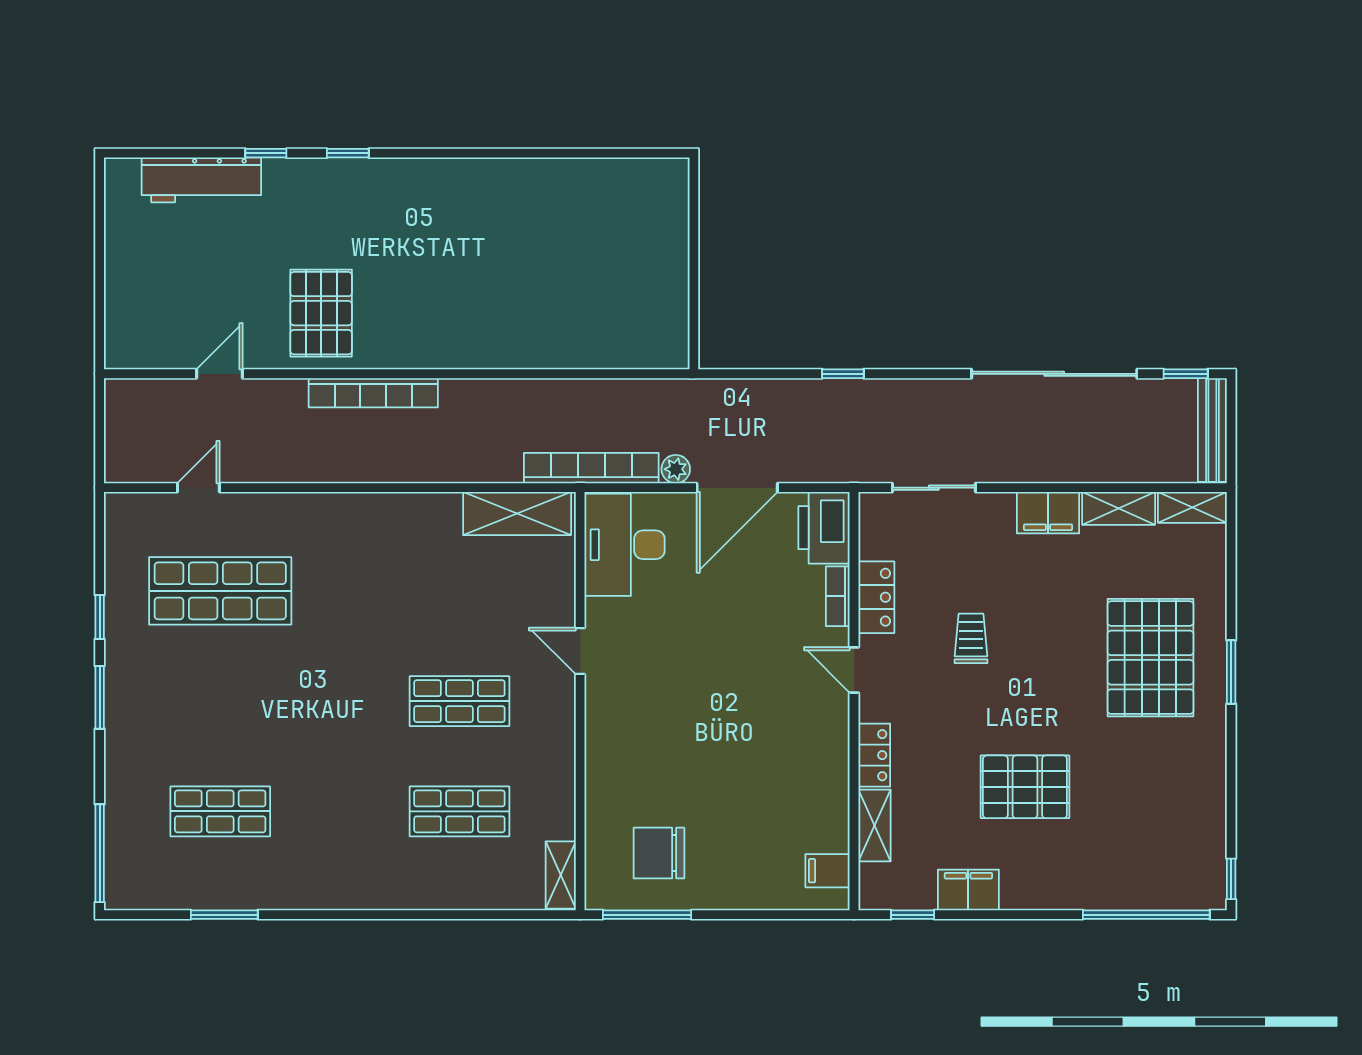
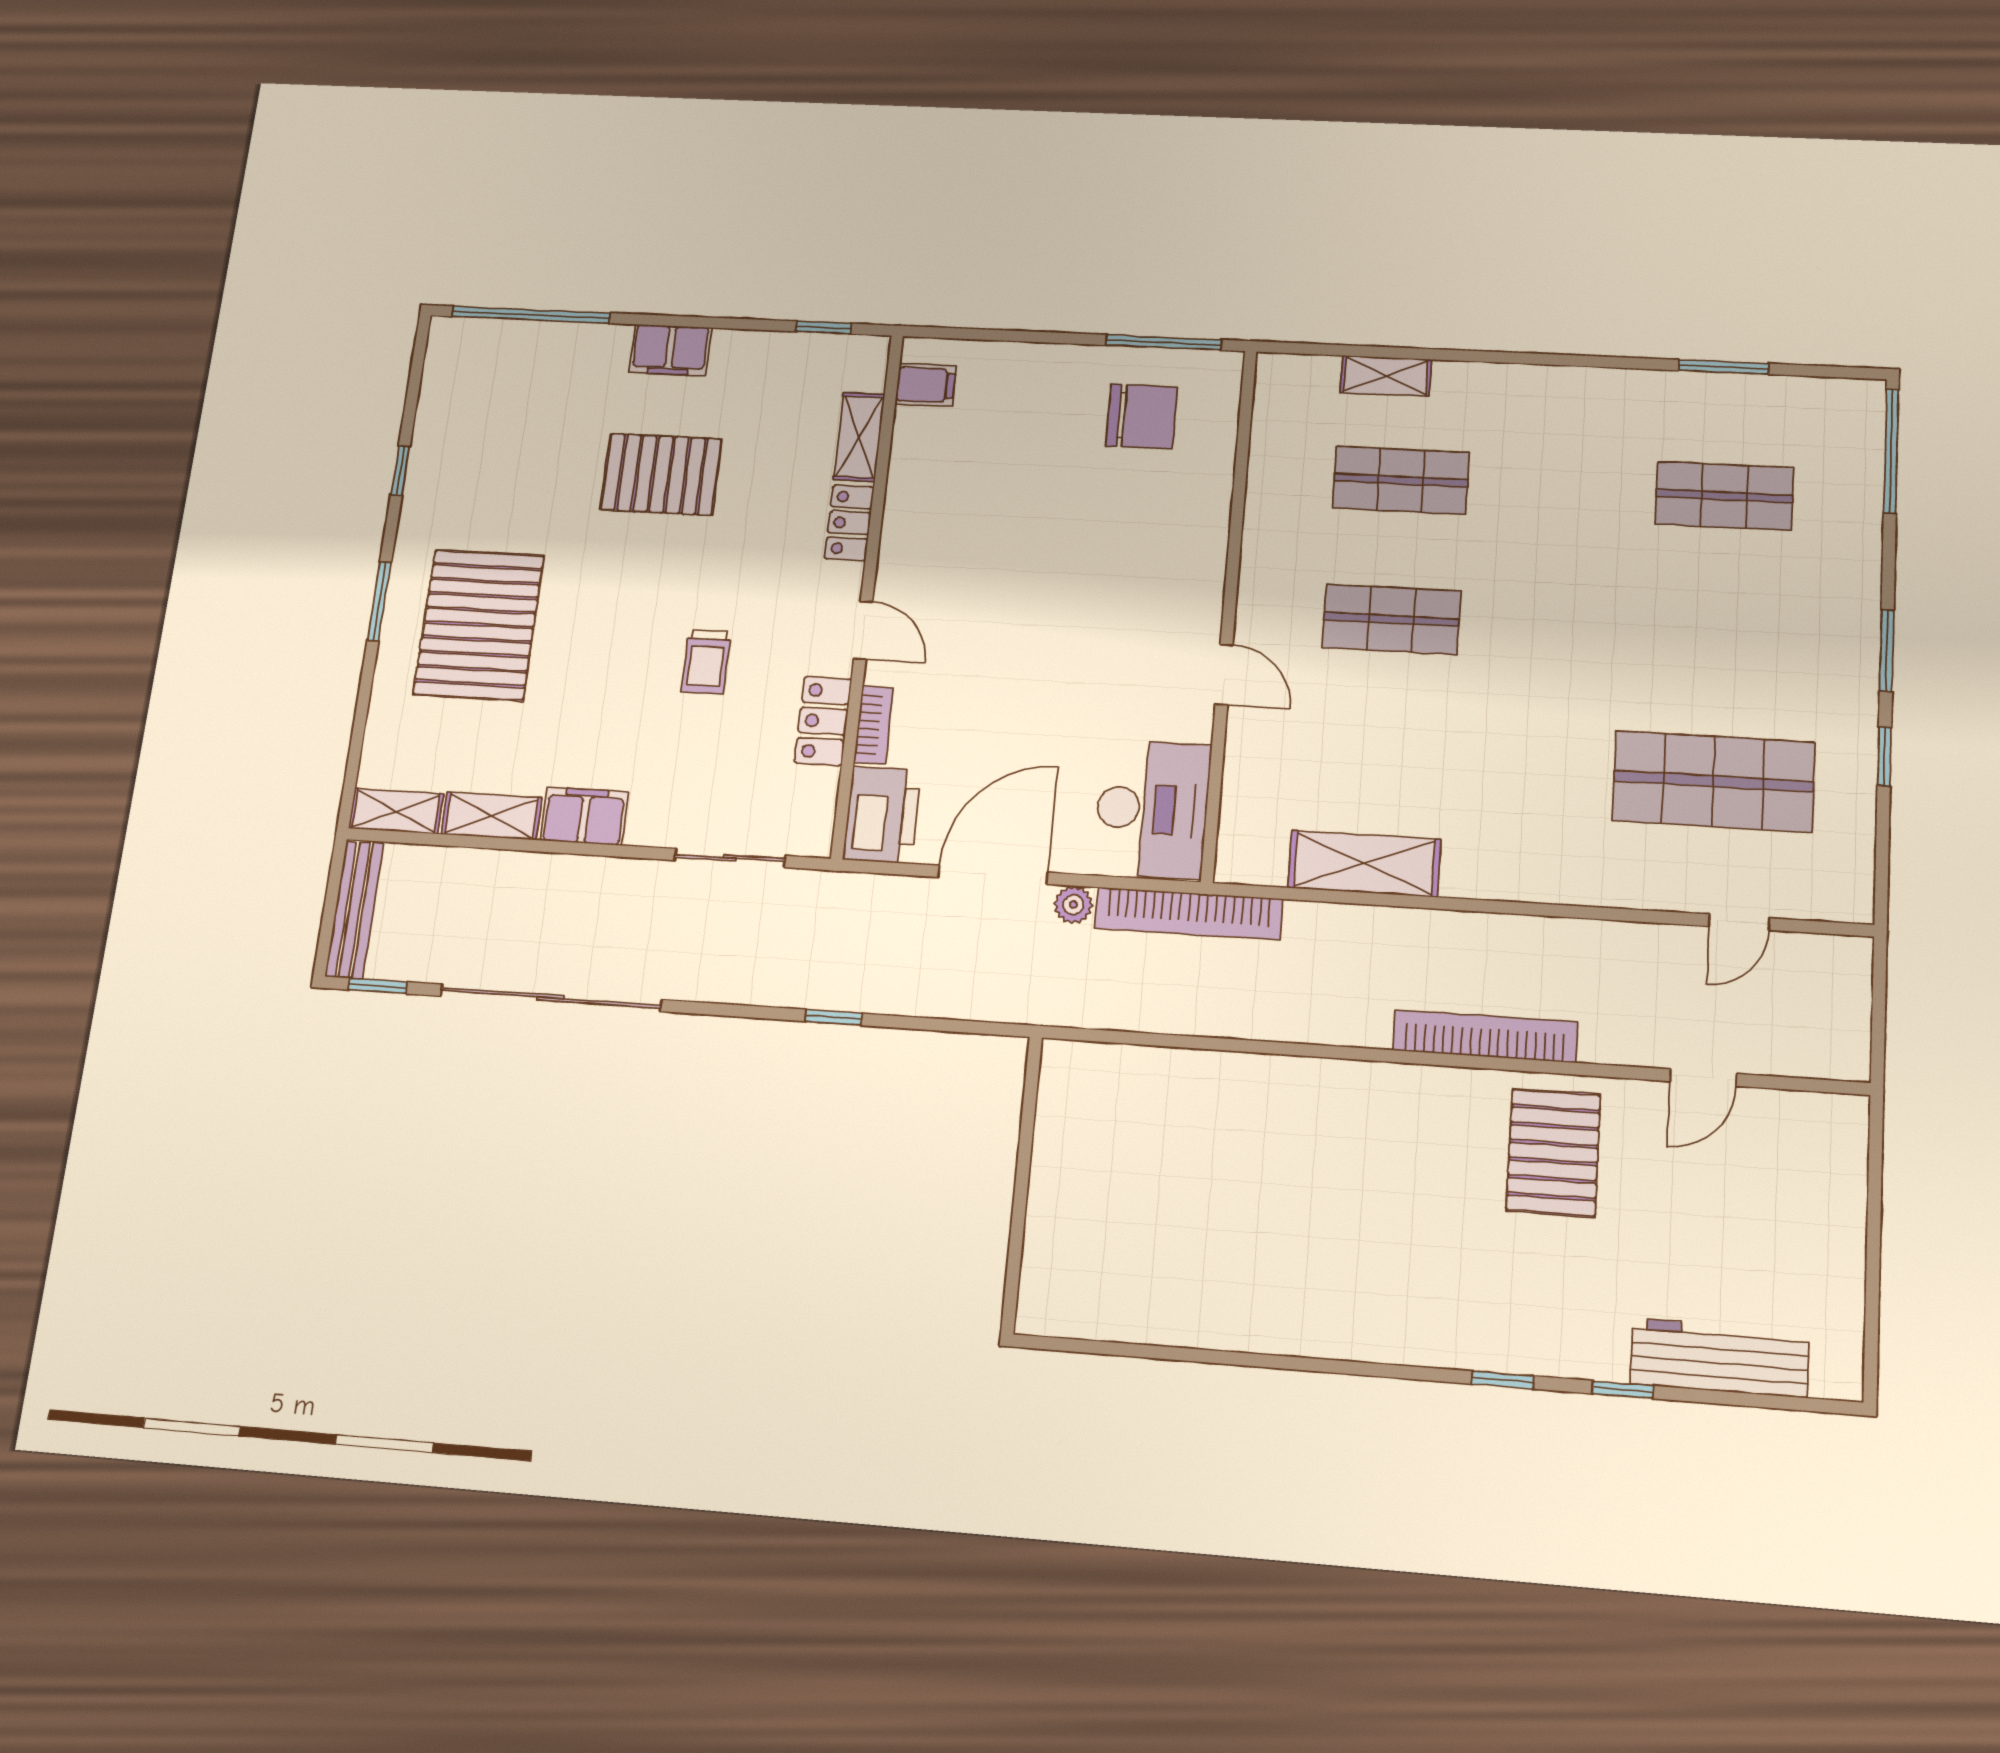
shelving: (517, 514) -> (1364, 864), moved
shelving: (561, 875) -> (1386, 376), moved, turned 90
window: (1231, 879) -> (400, 470), moved
filing cabinet: (968, 890) -> (670, 350), moved

